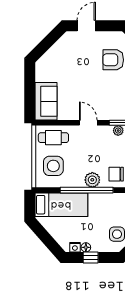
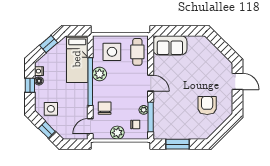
door: (88, 123) -> (151, 83), hinge flipped
plant: (92, 180) -> (100, 74), moved
window: (45, 237) -> (49, 44), added

